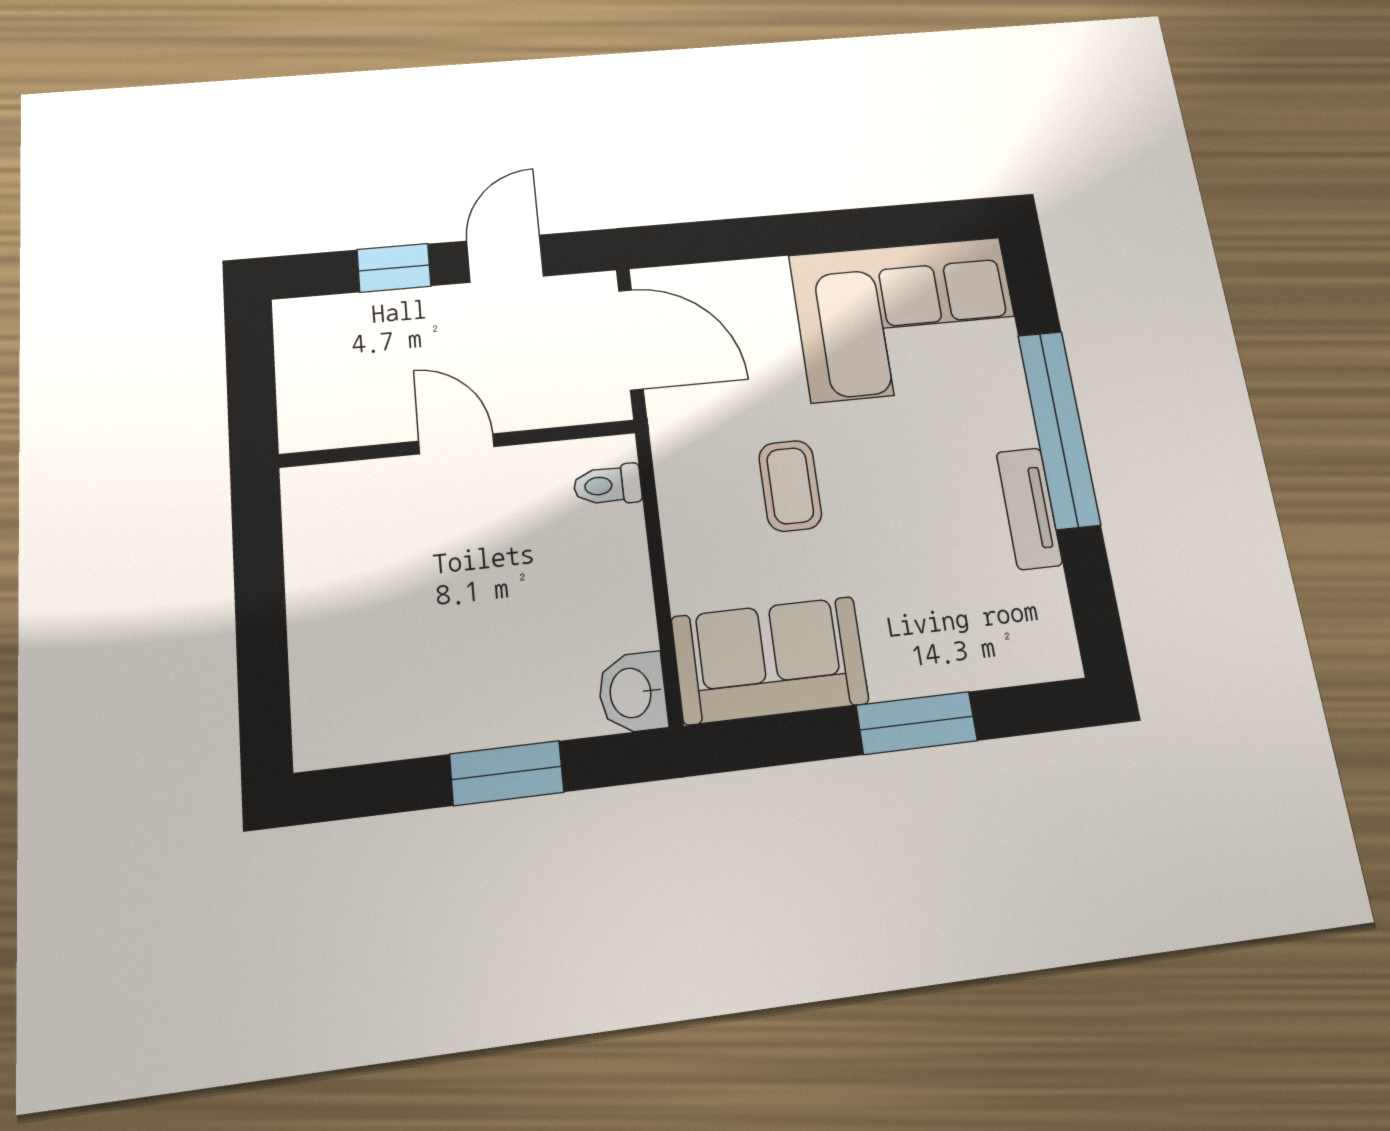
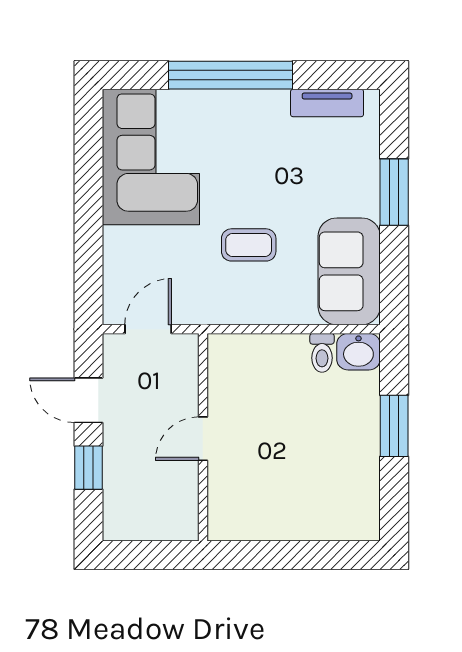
door: (631, 340) -> (148, 329), width x0.73
toilet: (608, 485) -> (322, 353), moved
tv unit: (1029, 508) -> (327, 103), moved

